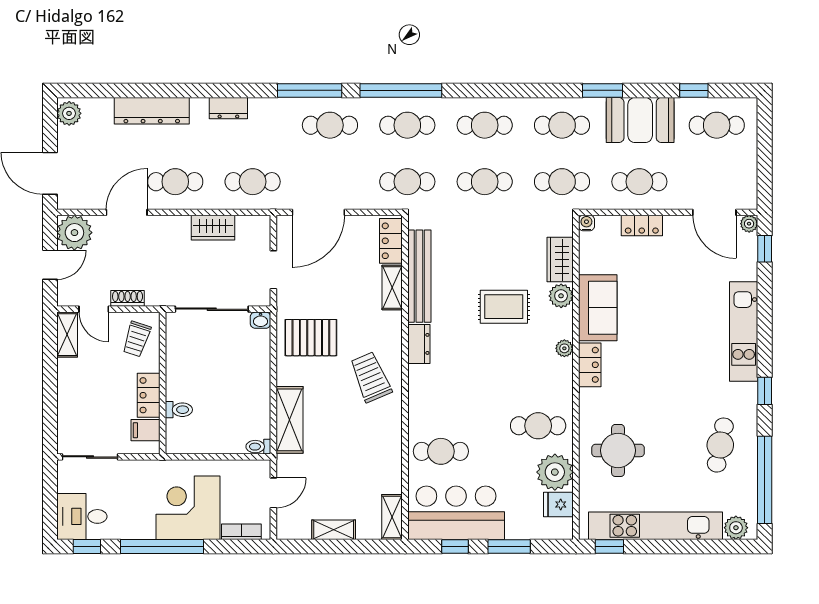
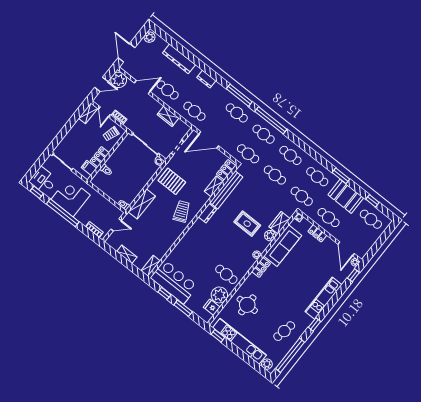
sofa: (598, 308) -> (283, 246), width x1.36
cafe table: (441, 451) -> (186, 256), removed
corner desk: (188, 508) -> (71, 197), moved

